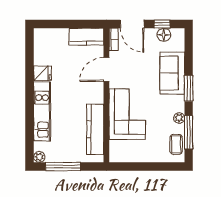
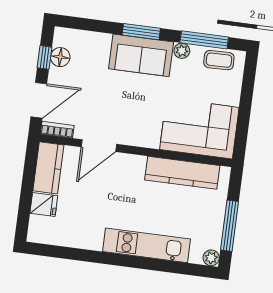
door: (106, 69) -> (99, 146), hinge flipped
fridge: (42, 73) -> (44, 204), moved, turned 90
sofa: (172, 73) -> (141, 55), moved
corner sofa: (127, 114) -> (199, 128), moved

